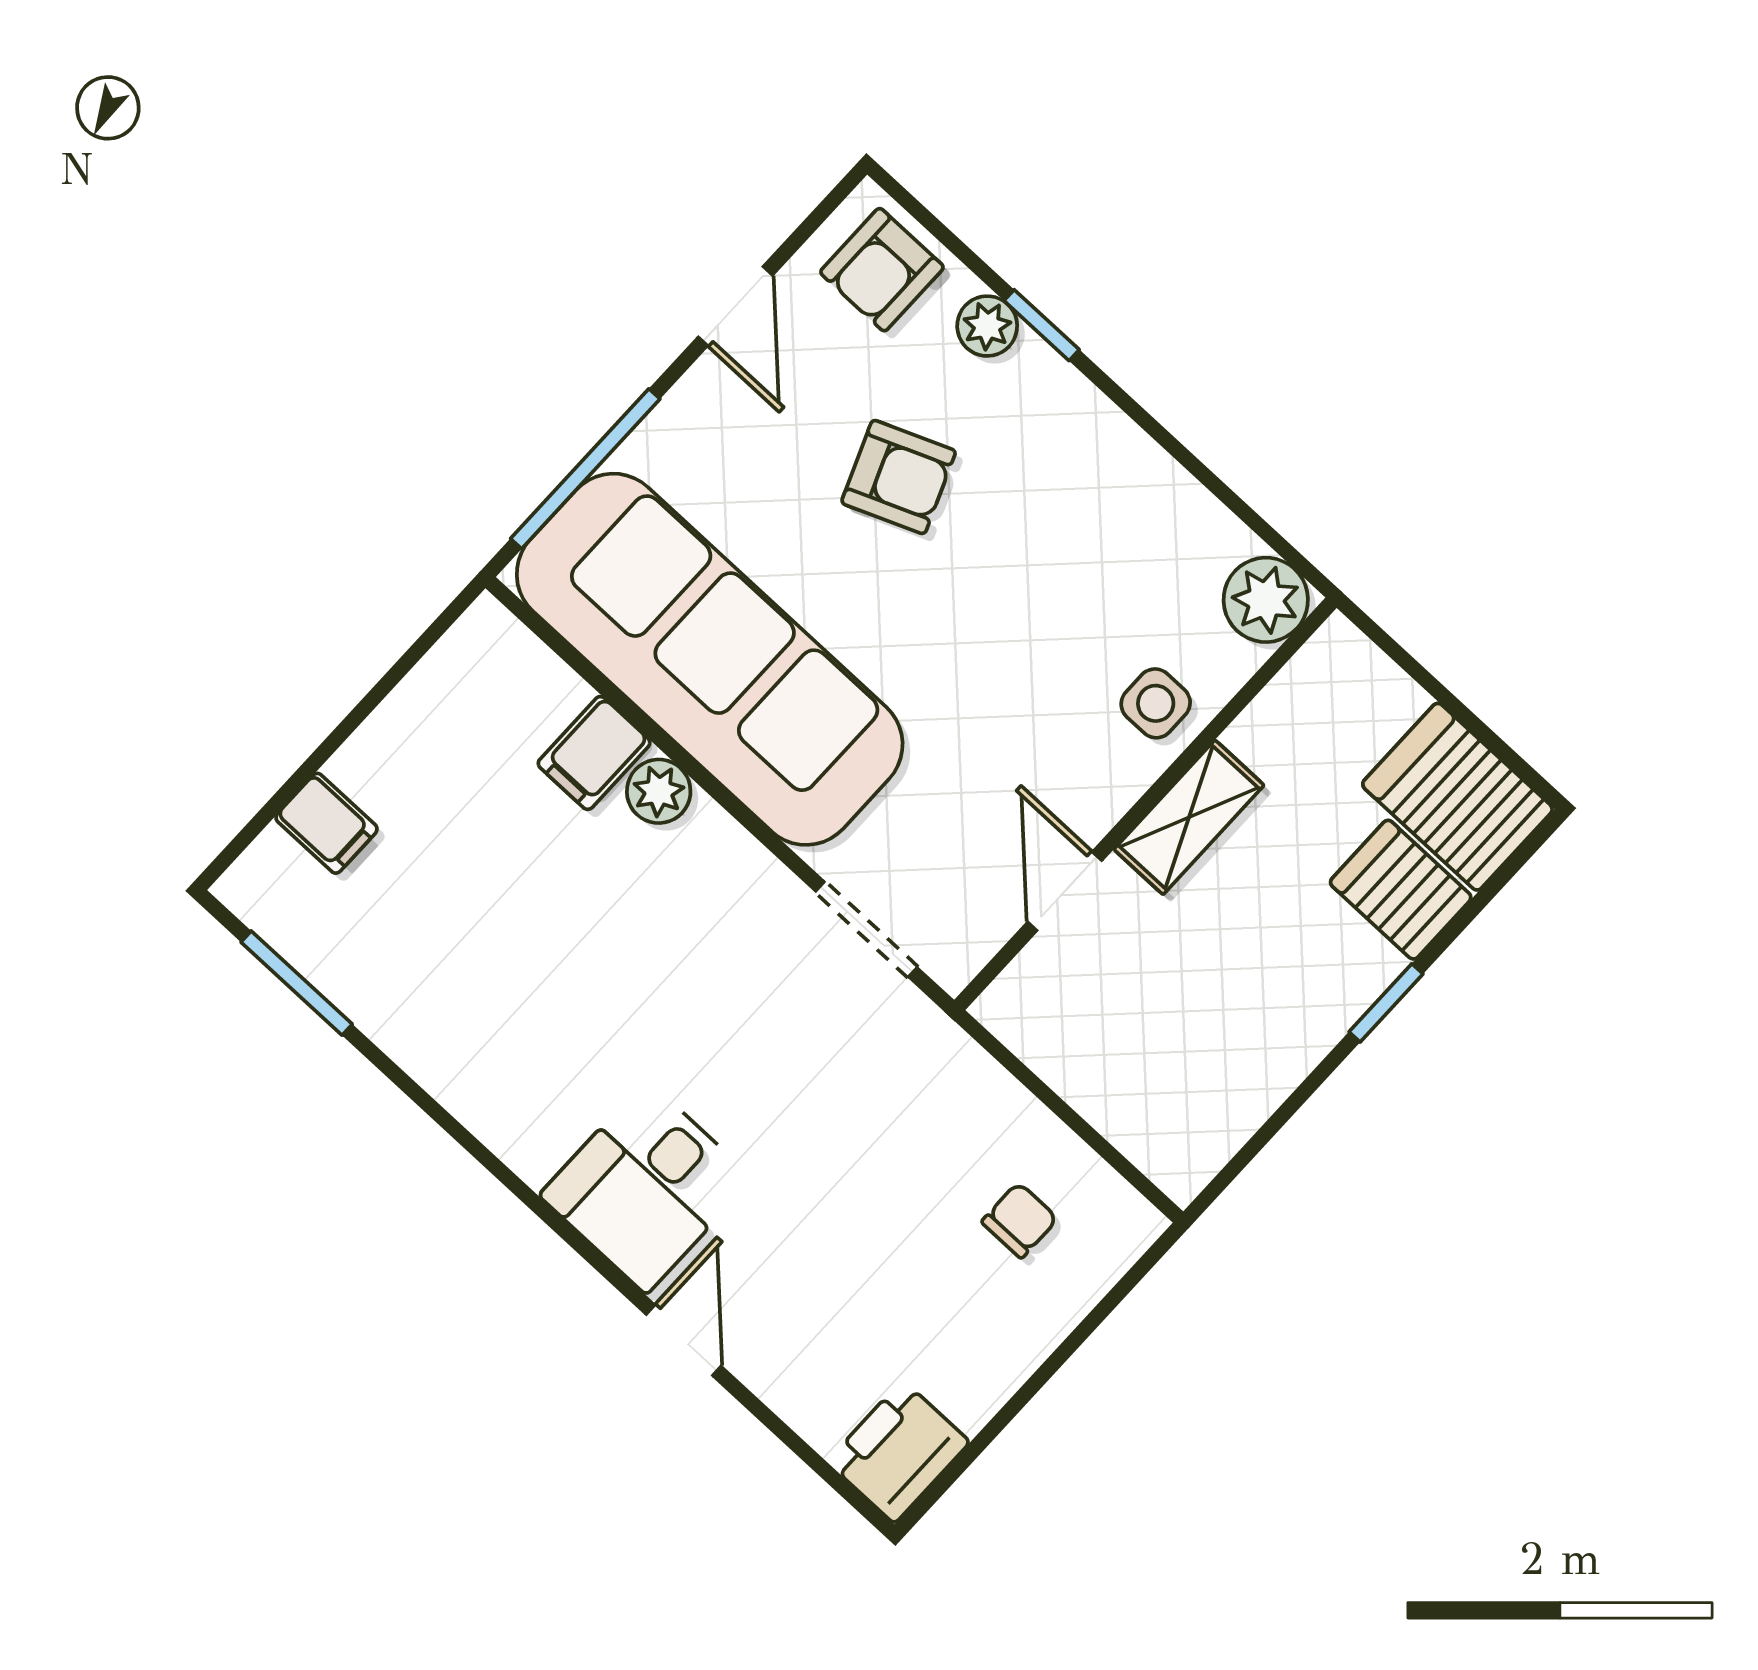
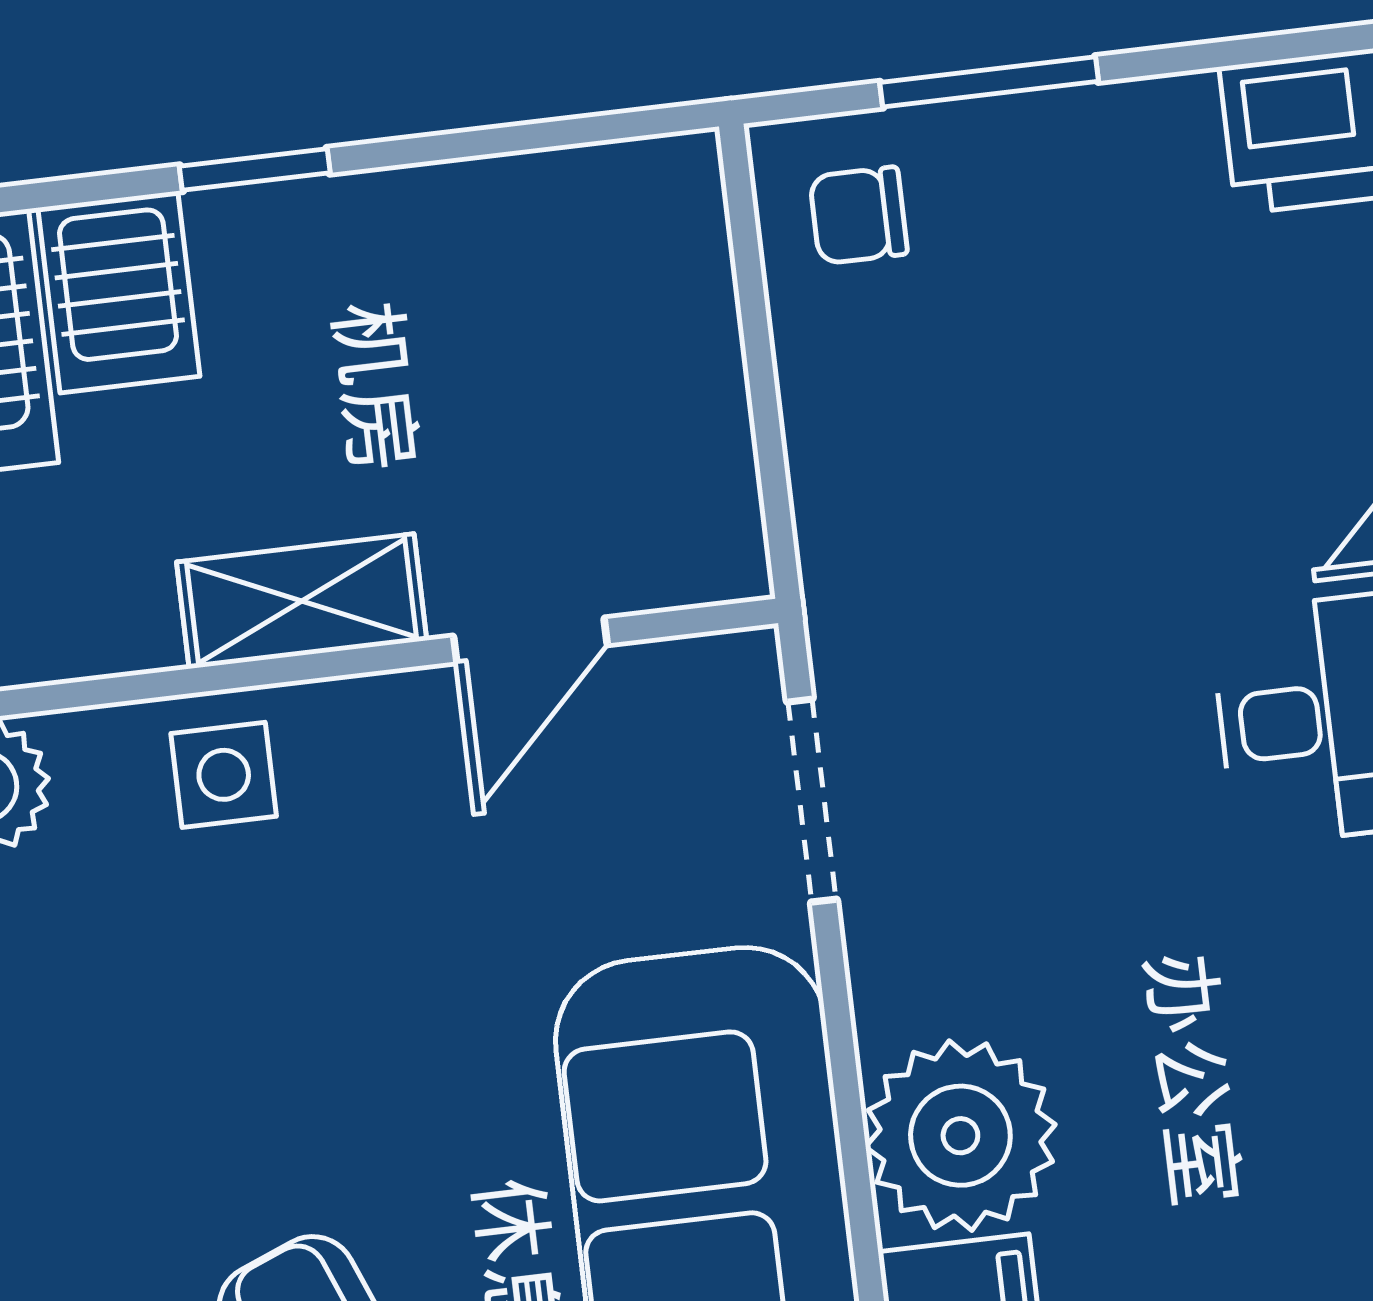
plant: (659, 791) -> (960, 1136), width x1.88, depth x1.88
chair: (1020, 1220) -> (858, 215), moved
window: (1073, 1342) -> (989, 82), added

